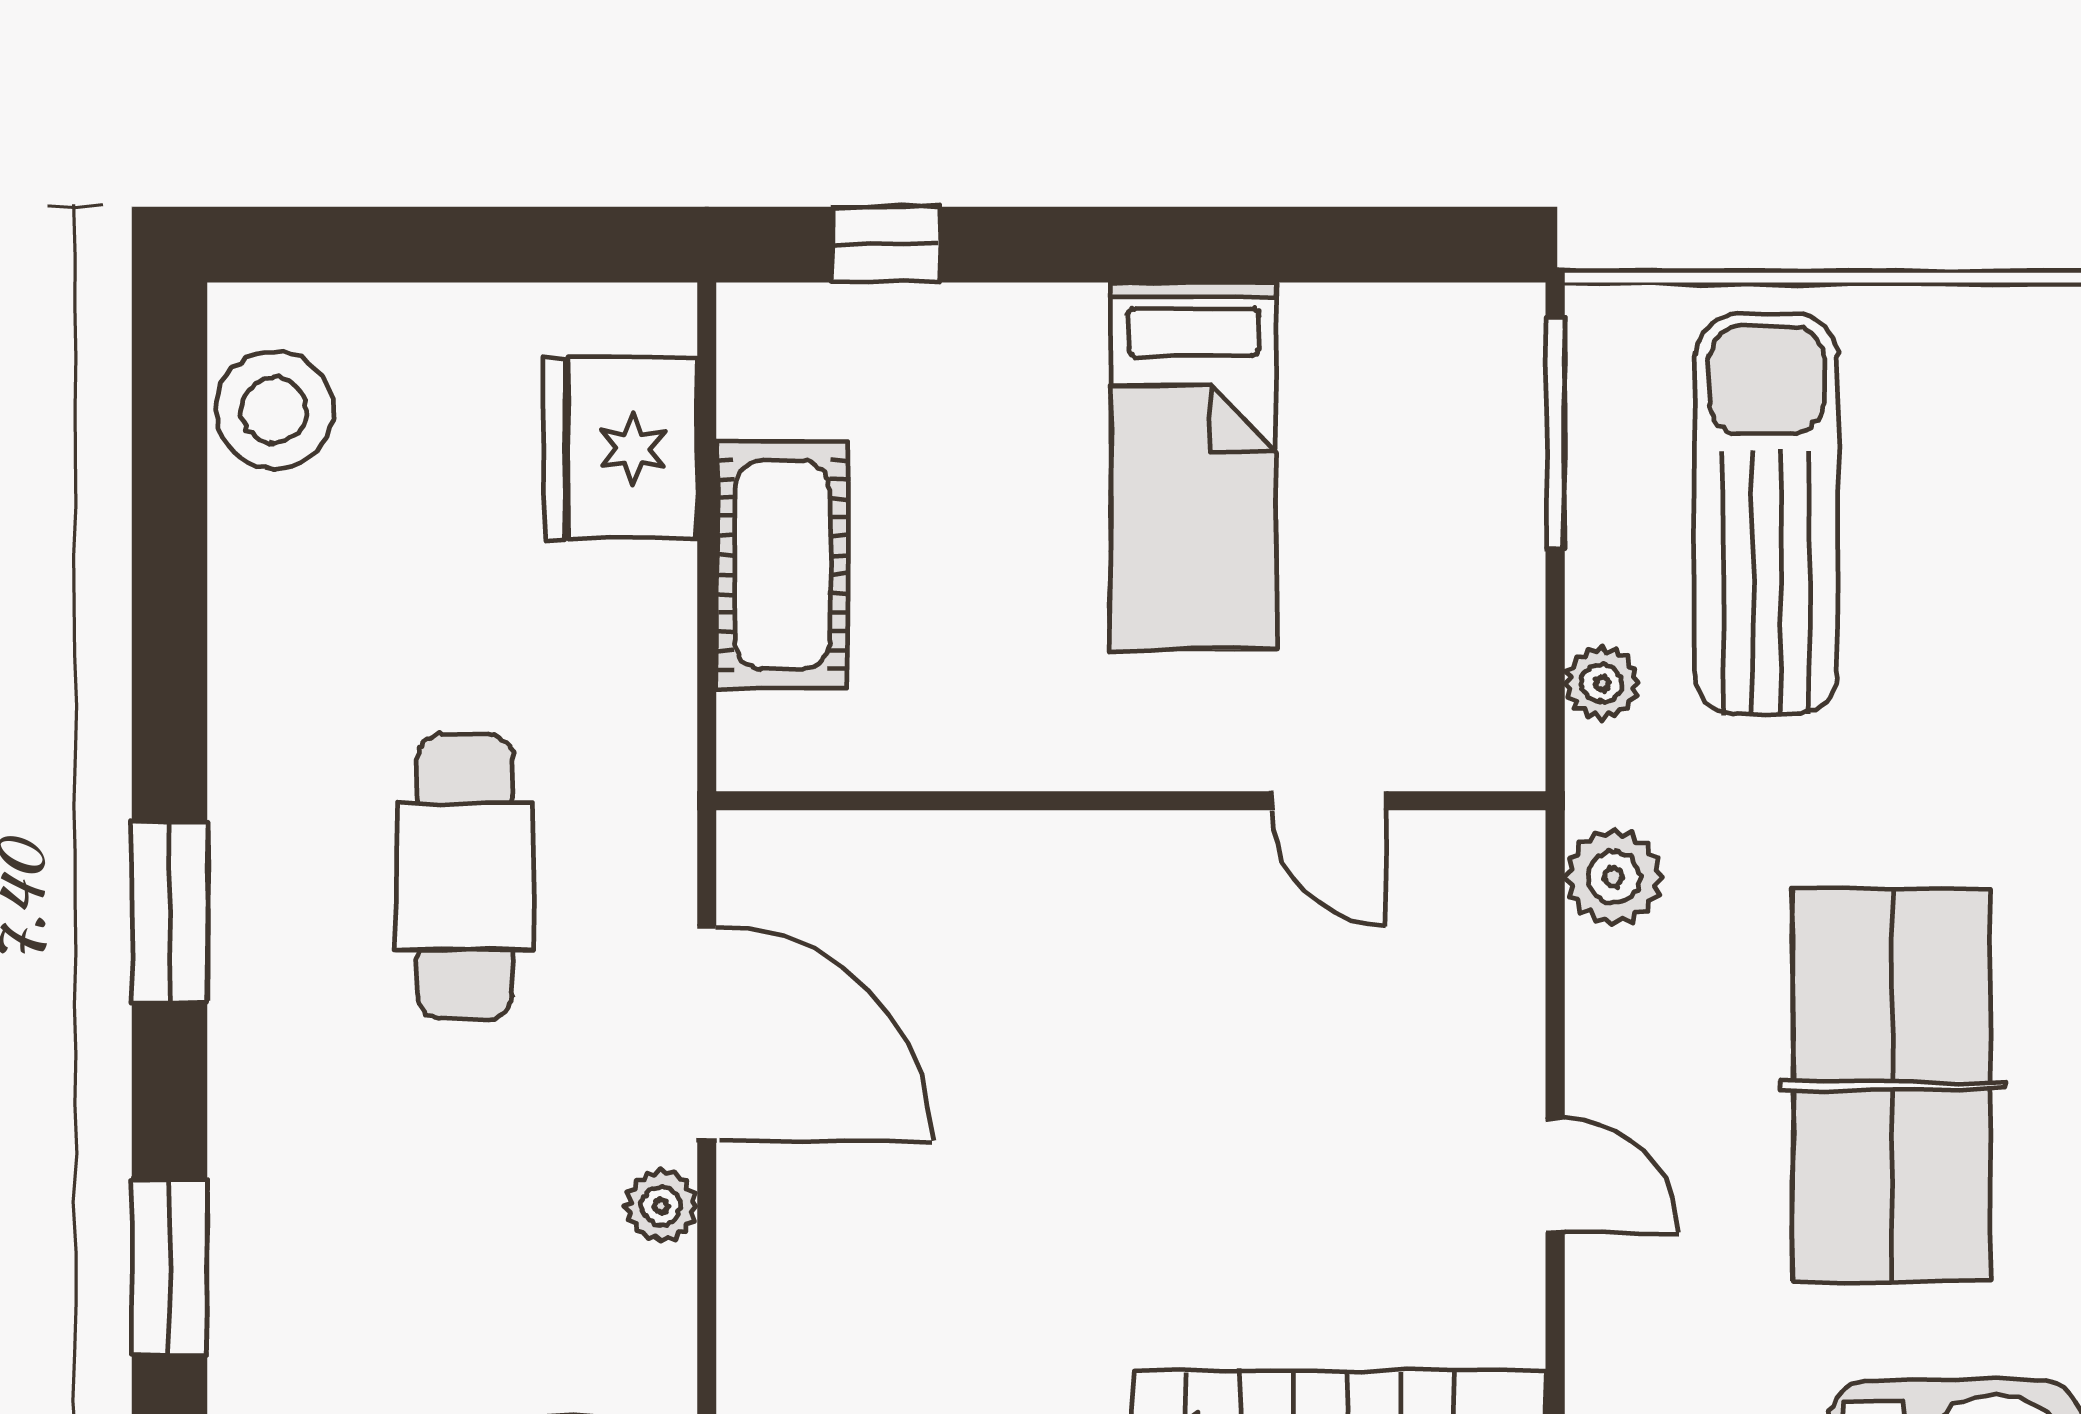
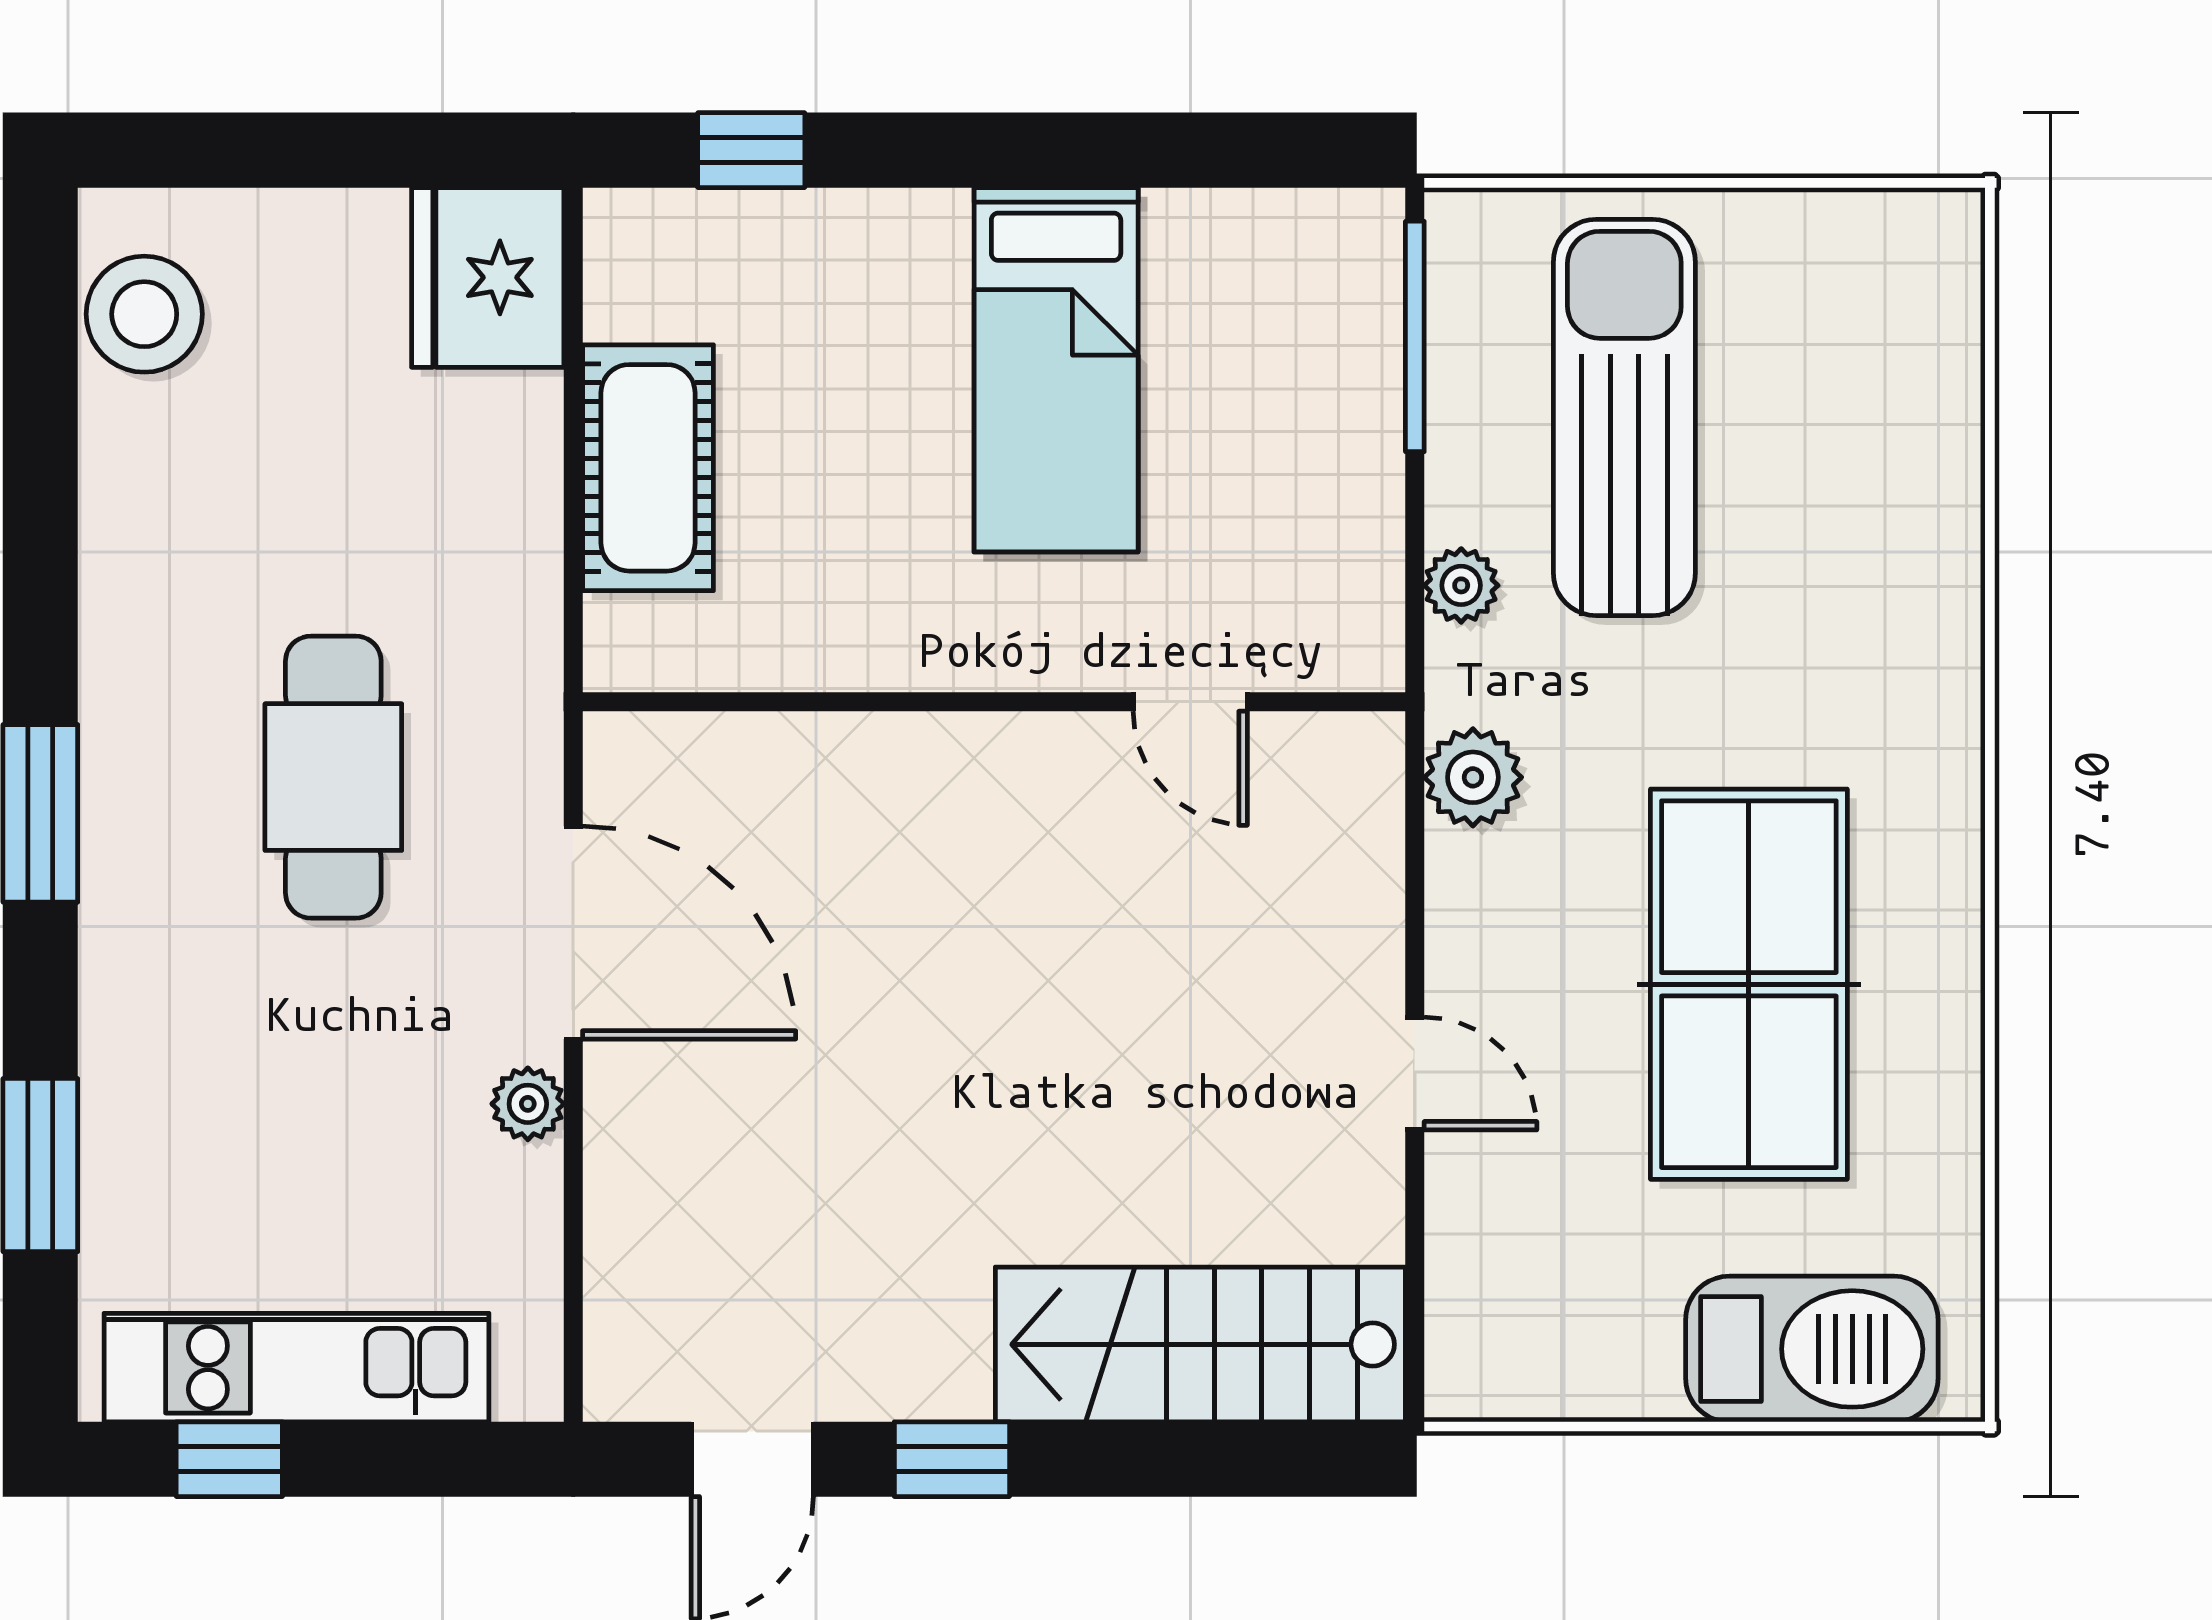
fridge: (621, 448) -> (488, 277), moved

